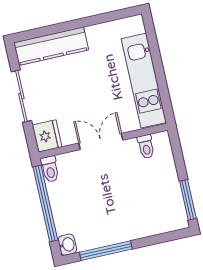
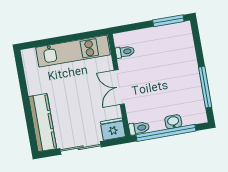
washbasin: (67, 245) -> (173, 122), moved

